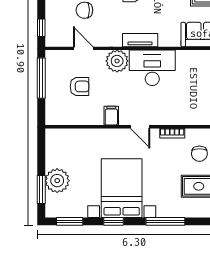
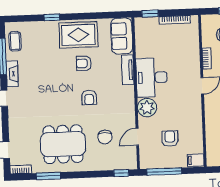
tv unit: (140, 40) -> (128, 70), moved
filing cabinet: (111, 116) -> (196, 160), moved

